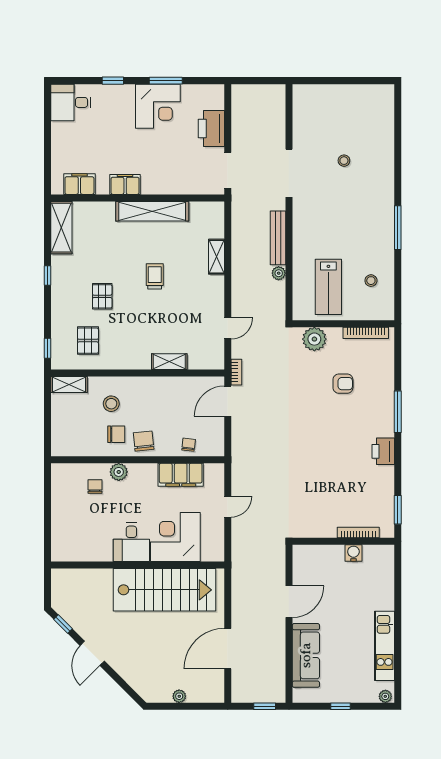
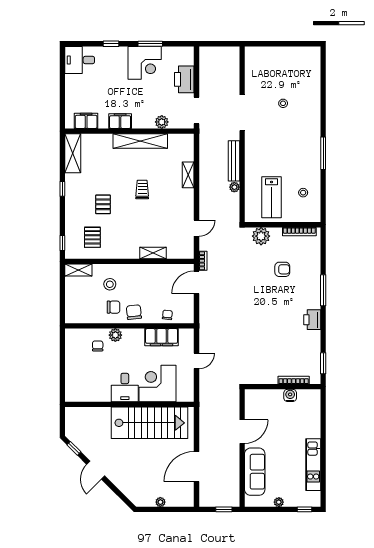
plant: (181, 186) -> (162, 122), added
plant: (385, 696) -> (279, 502), moved
window: (341, 706) -> (304, 509), moved

